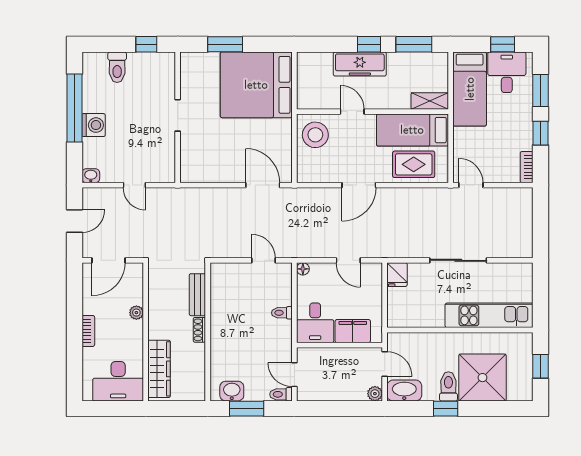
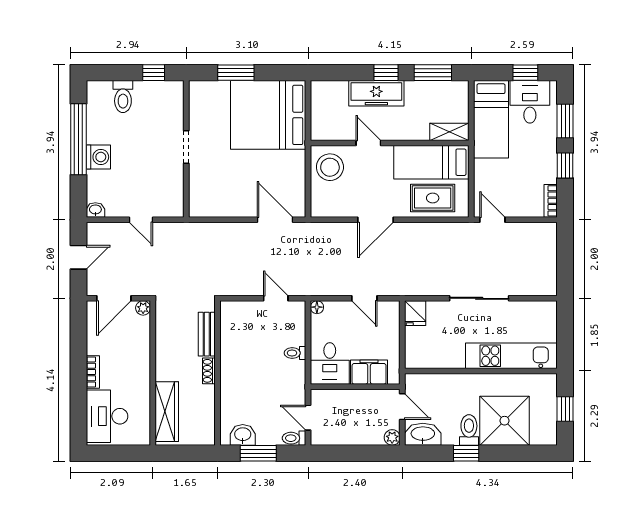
plant: (136, 313) -> (143, 308), moved
desk: (118, 381) -> (107, 416), moved, turned 90

